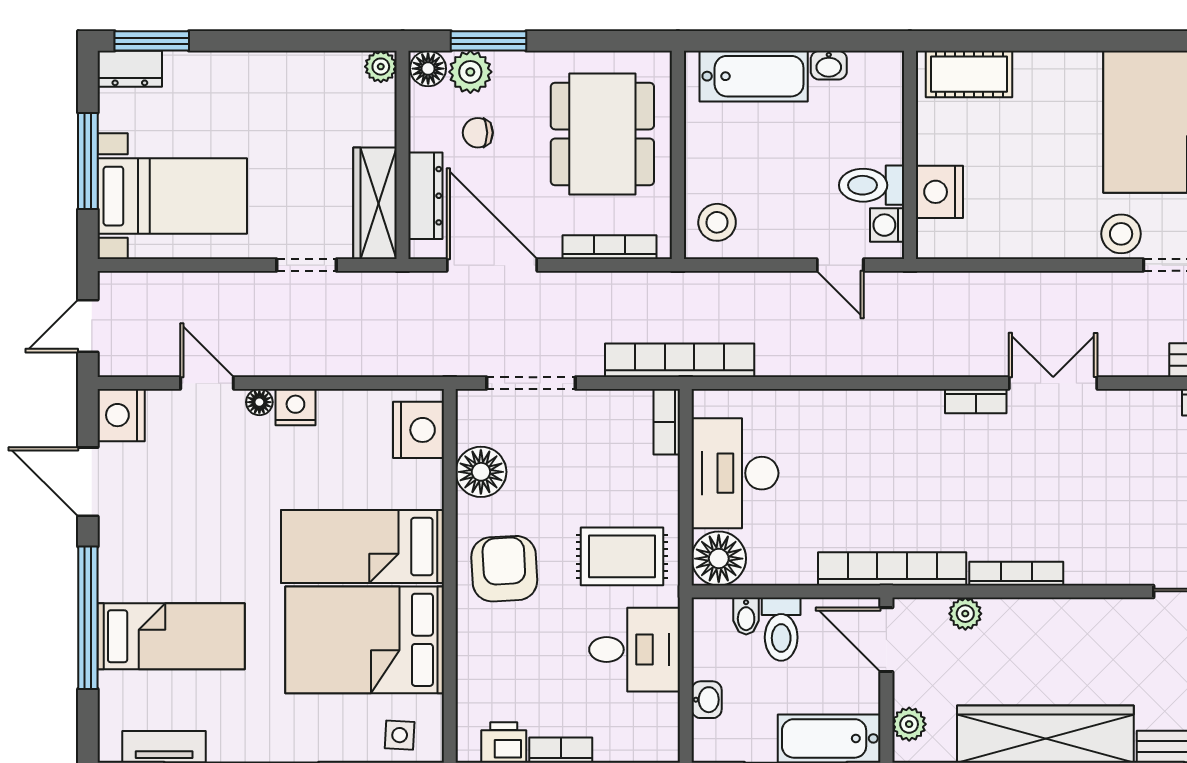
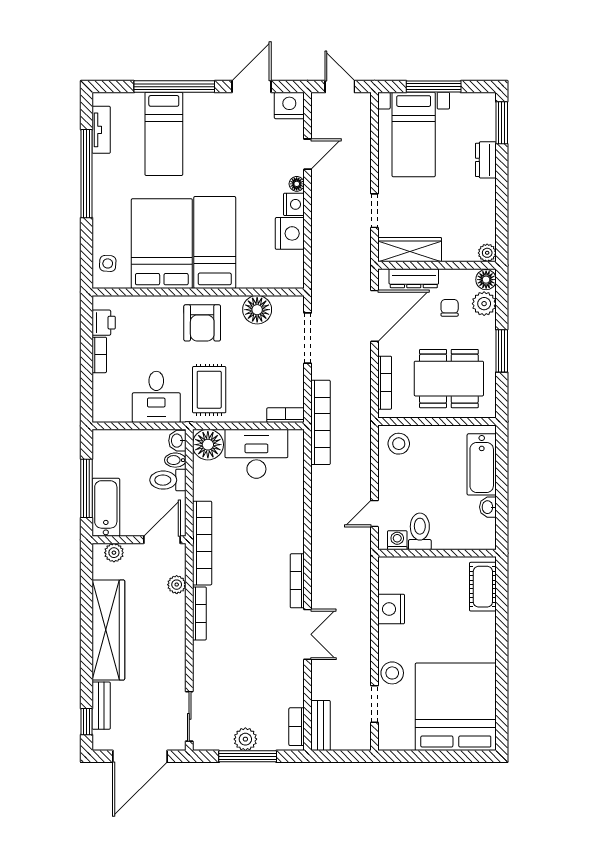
window: (489, 41) -> (502, 351), moved
dresser: (130, 69) -> (486, 160), moved
nightstand: (939, 192) -> (391, 609), moved, turned -90
bookcase: (976, 401) -> (297, 581), width x1.56
nightstand: (419, 430) -> (290, 233), moved, turned -90
armchair: (504, 569) -> (202, 323), turned 93
washbasin: (707, 700) -> (177, 441), moved, turned 90

